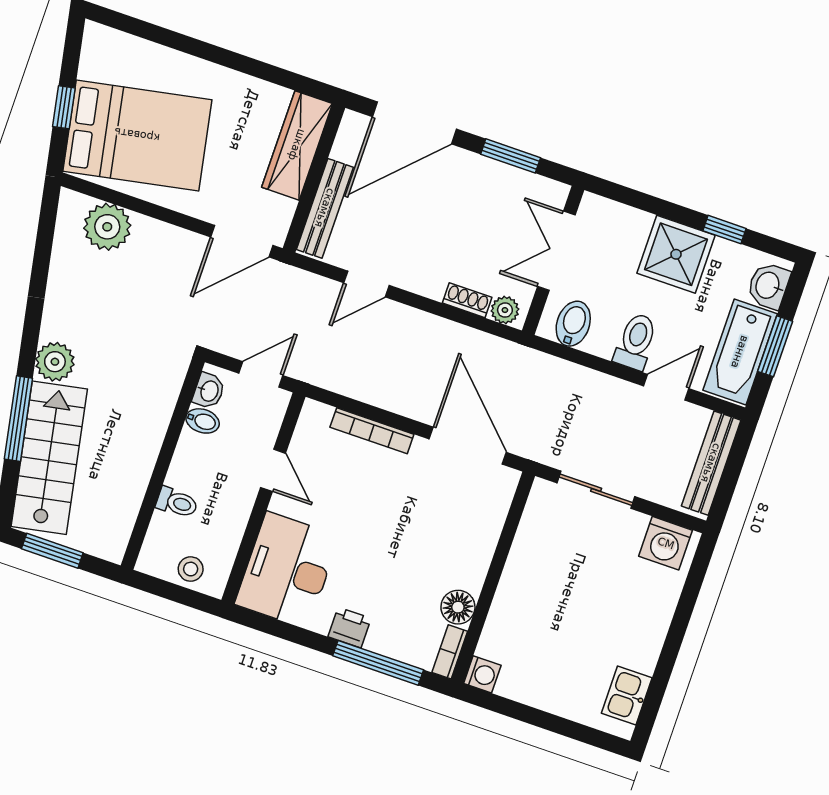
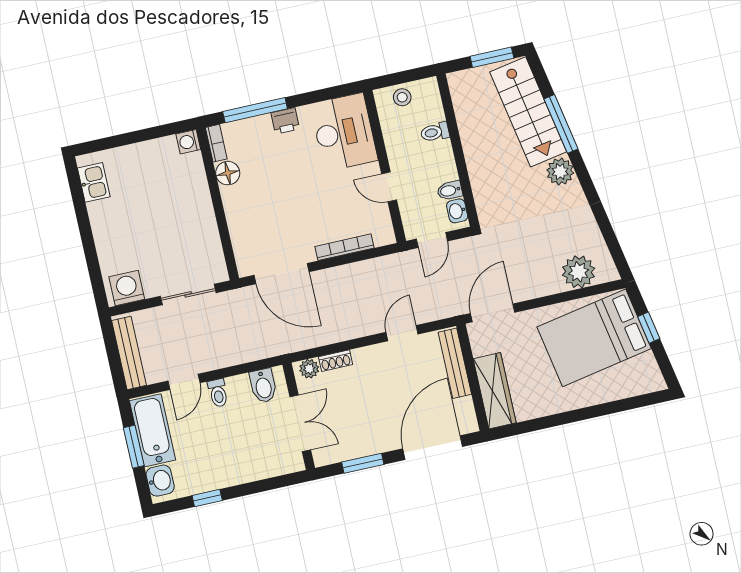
shower: (676, 254) -> (227, 465), removed
toilet: (636, 341) -> (218, 393), width x0.73, depth x0.72

